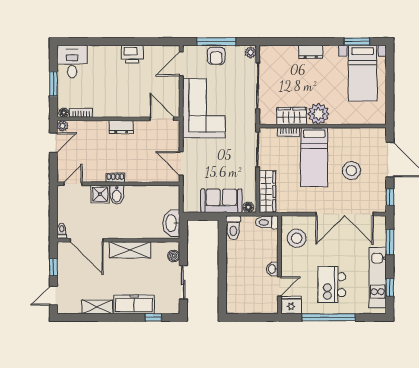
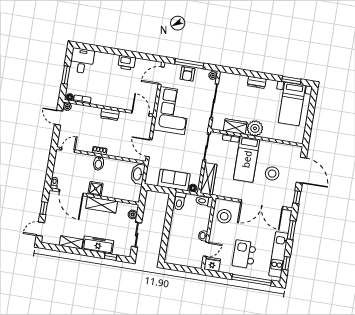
door: (53, 143) -> (59, 118), swing flipped
shower: (100, 194) -> (96, 189), moved
washbasin: (172, 223) -> (138, 174), moved
window: (329, 317) -> (252, 280), moved

